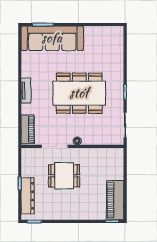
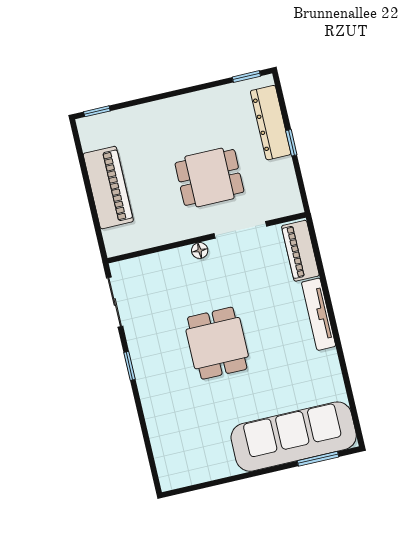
tv unit: (26, 91) -> (319, 314), width x1.41
dining table: (79, 93) -> (217, 343), width x0.53, depth x0.80
piano: (115, 200) -> (108, 188), moved

